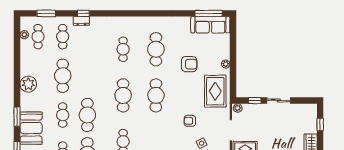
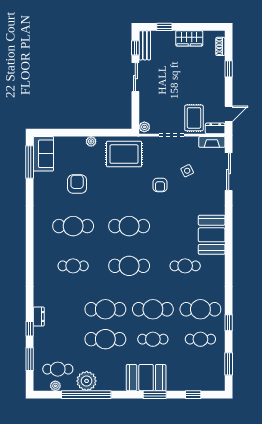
window: (83, 13) -> (30, 329), moved
sofa: (210, 25) -> (43, 154), width x0.73
cafe table: (63, 37) -> (105, 309), moved, width x1.37, depth x1.35
window: (17, 60) -> (86, 395), added
armchair: (189, 64) -> (77, 184), moved
plant: (28, 84) -> (87, 381), moved
window: (255, 101) -> (135, 48), moved
bench: (305, 108) -> (145, 45), added
booth: (31, 128) -> (146, 378), moved

